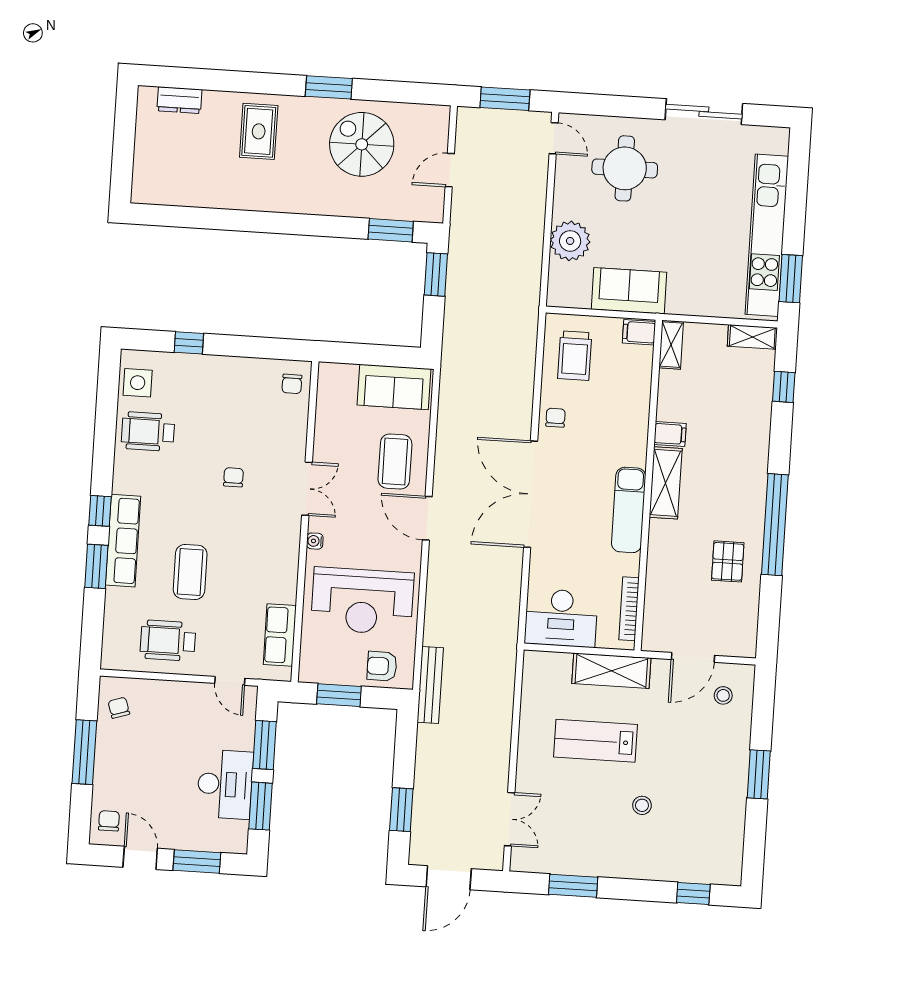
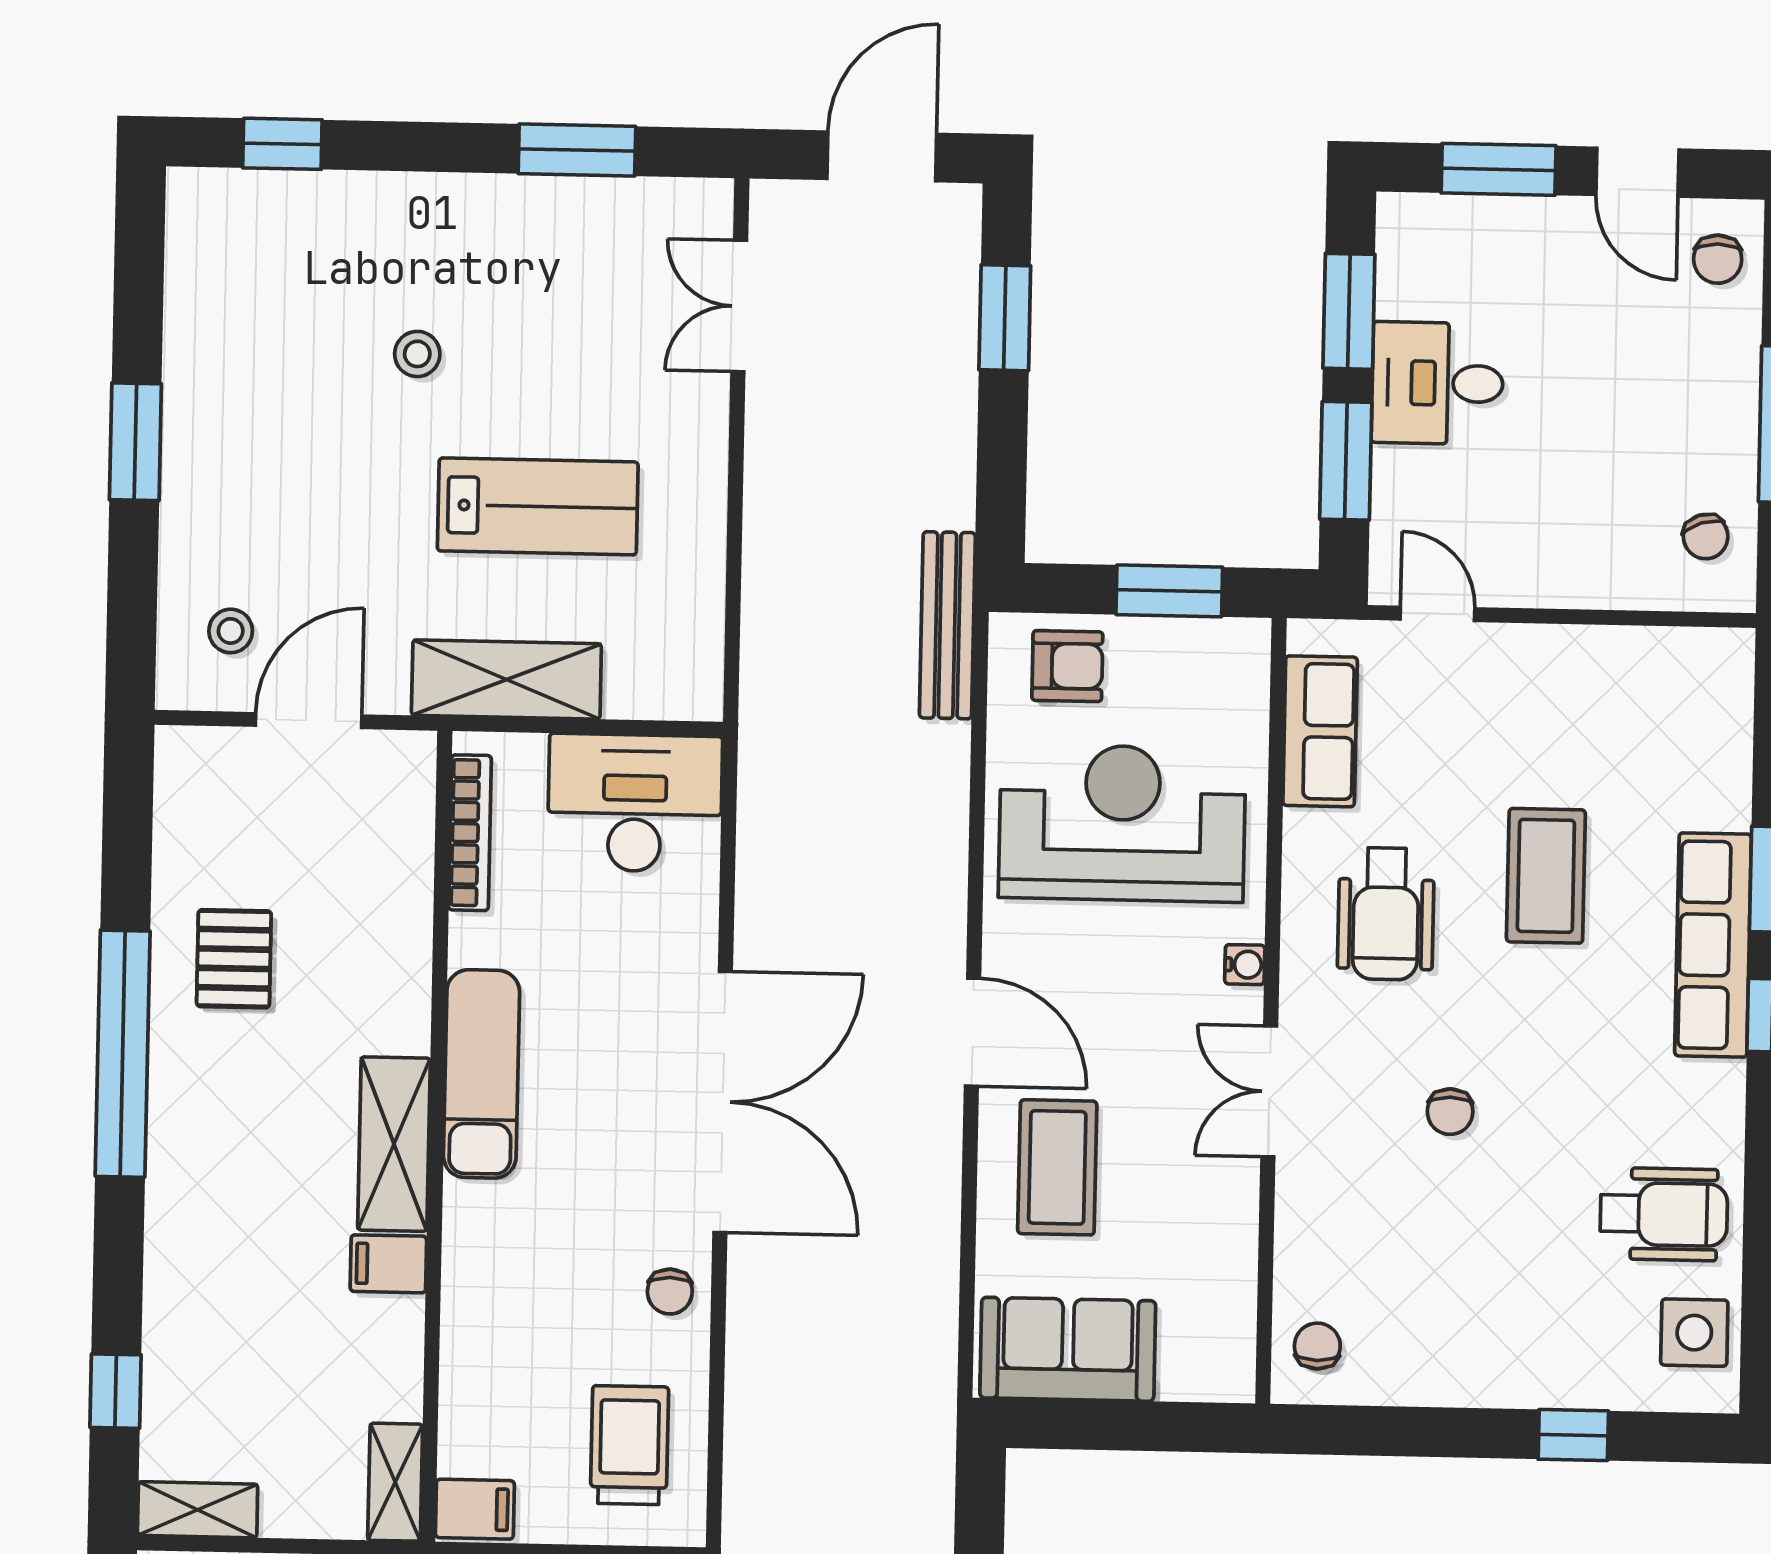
wheelchair: (168, 641) -> (1386, 914), moved, turned 90
desk: (225, 784) -> (1437, 383), width x0.73

